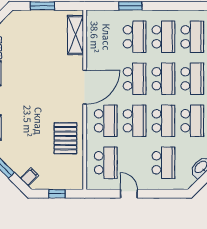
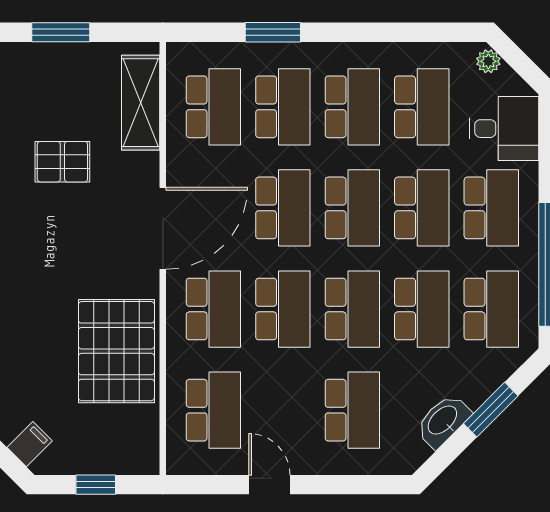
school desk: (106, 37) -> (213, 107), added
pallet: (43, 60) -> (62, 162), added
pallet: (65, 138) -> (116, 351), width x1.37, depth x1.41

